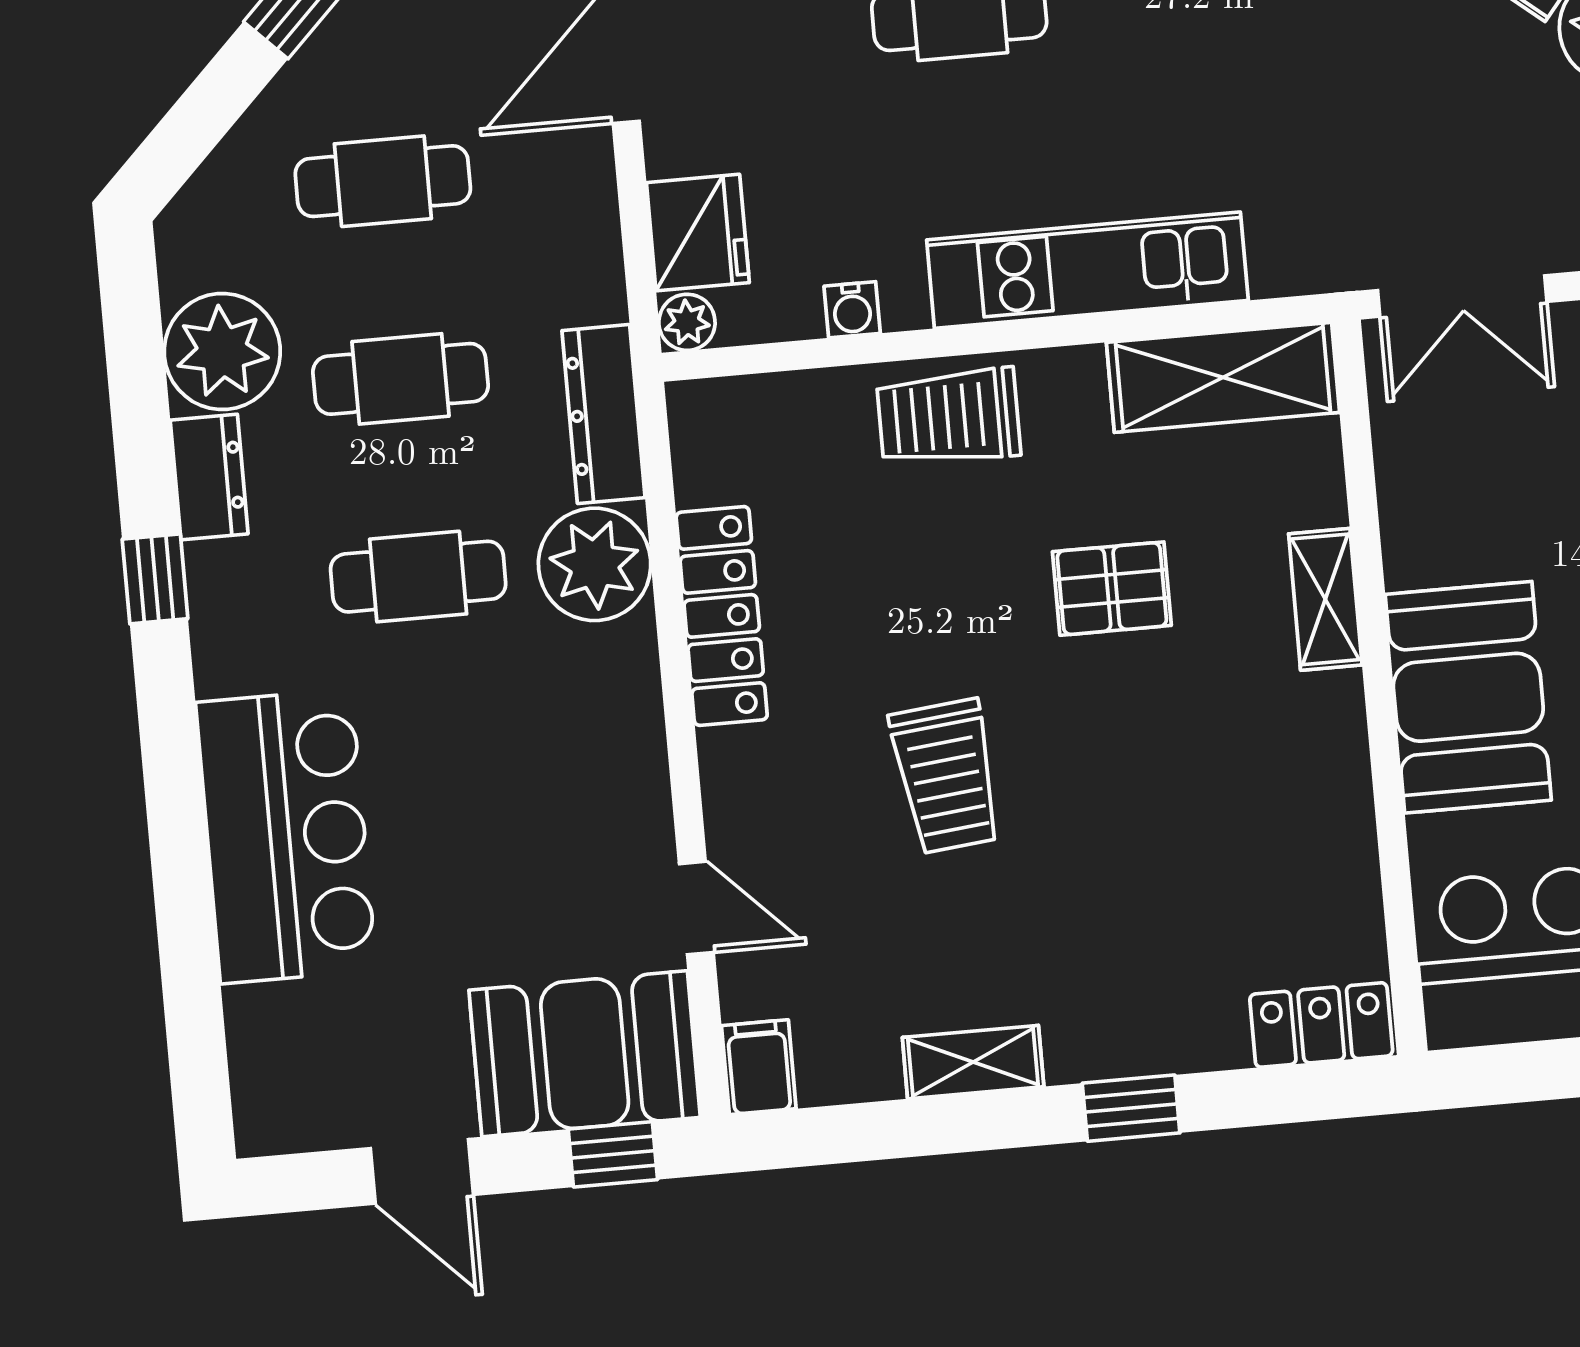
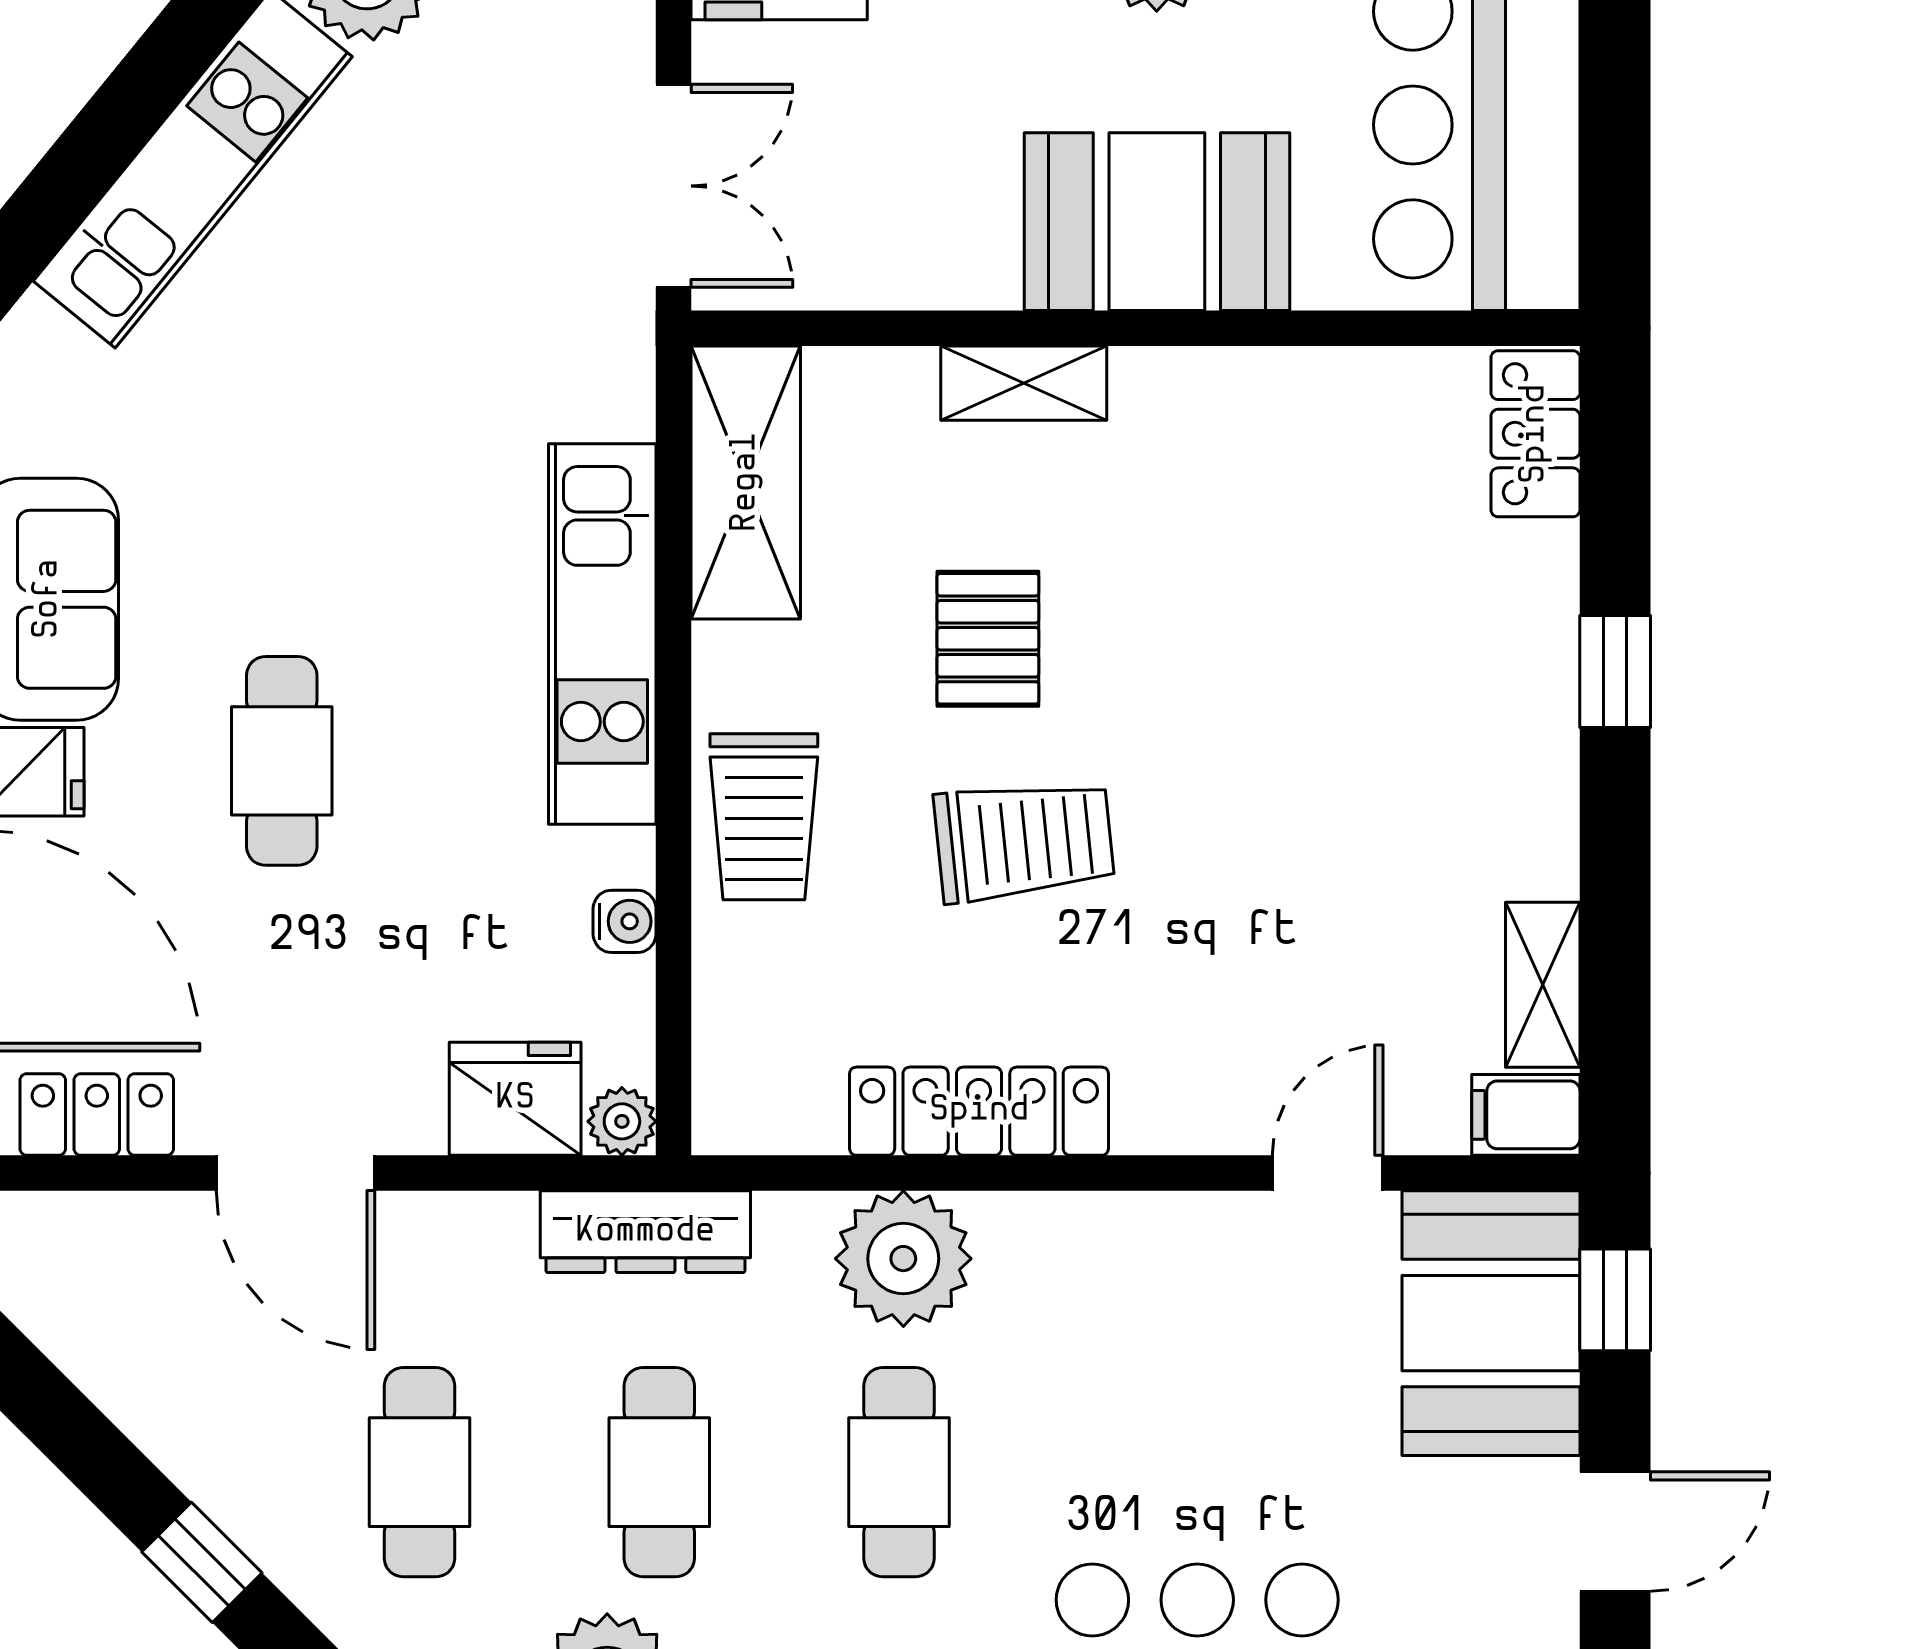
dresser: (604, 414) -> (645, 1232), moved
trolley: (946, 776) -> (1024, 841), moved
shelving: (973, 1062) -> (1543, 985), moved

